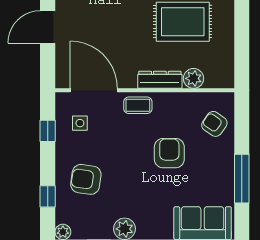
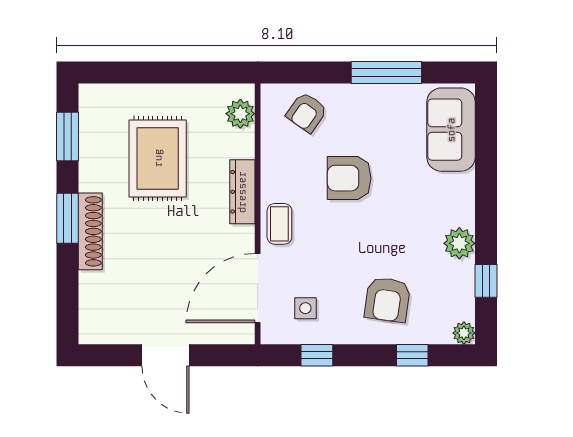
plant: (194, 78) -> (240, 114), moved

